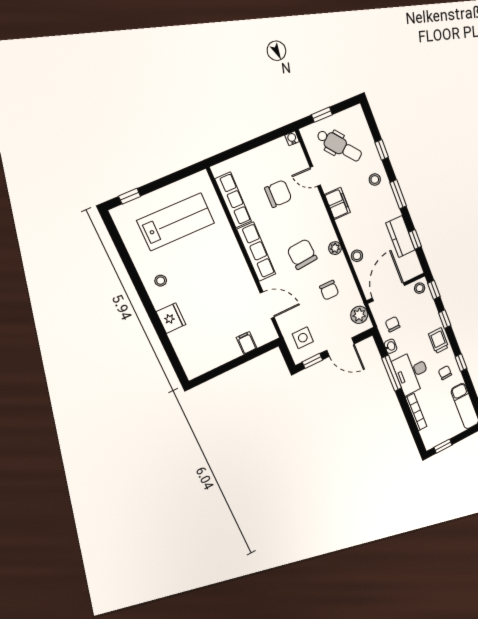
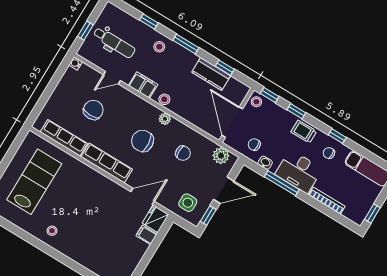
dental chair: (339, 146) -> (114, 43), turned 40
stool: (357, 256) -> (164, 99), moved
fridge: (171, 318) -> (156, 219), moved, turned -90

